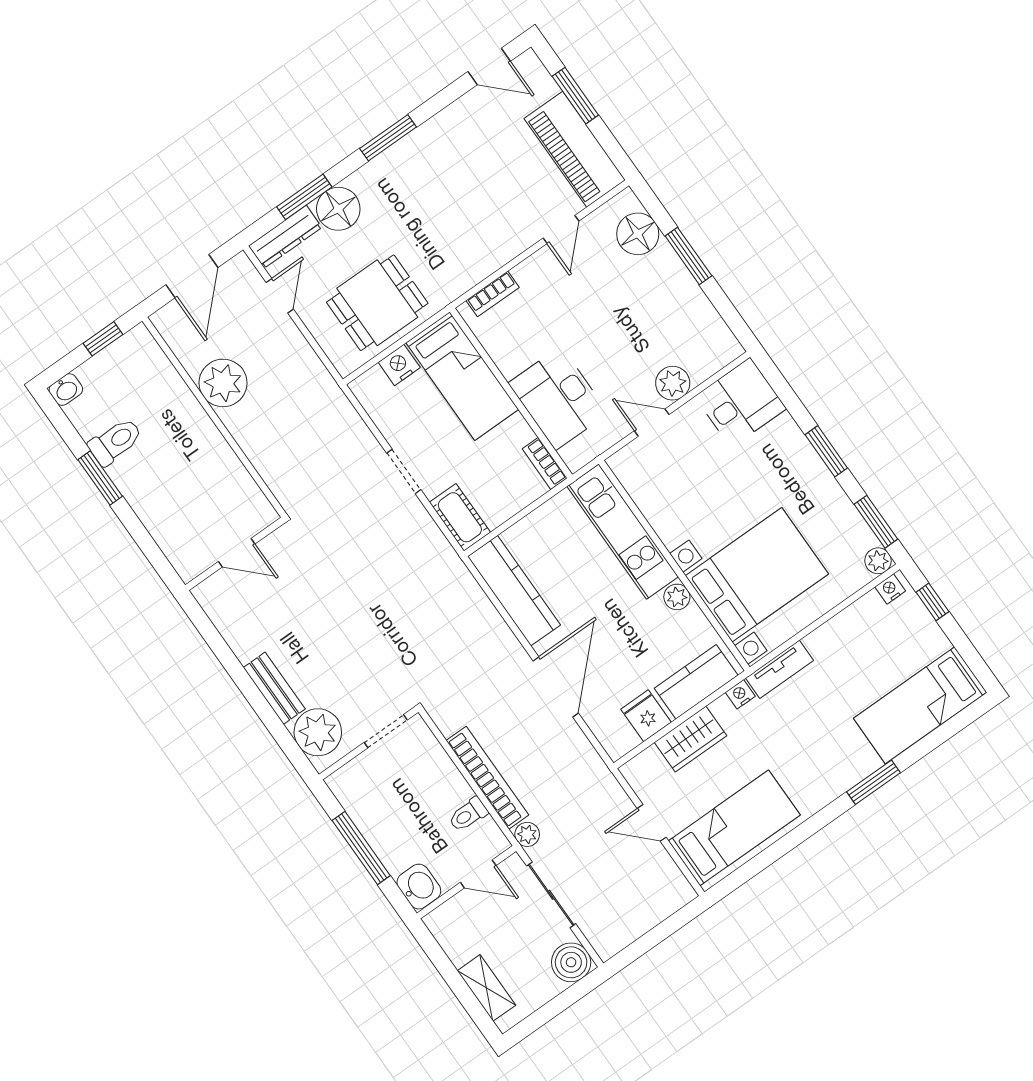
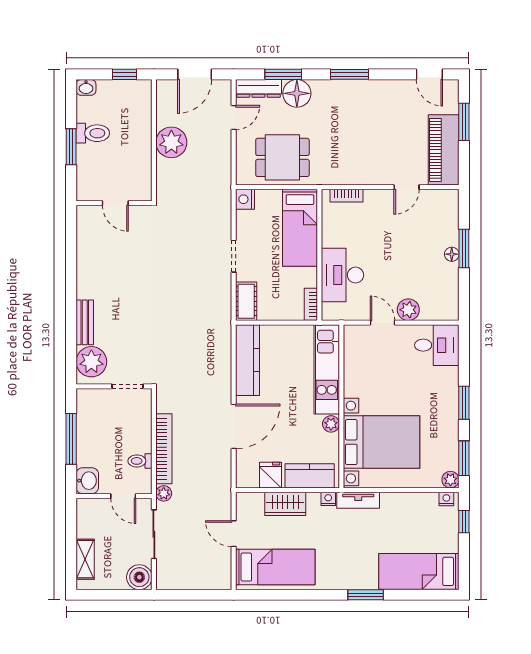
floor lamp: (638, 234) -> (452, 254), moved, width x0.53, depth x0.53
nightstand: (399, 365) -> (245, 199), moved, turned -90
door: (237, 553) -> (115, 203), moved
wall: (235, 554) -> (114, 203), moved

